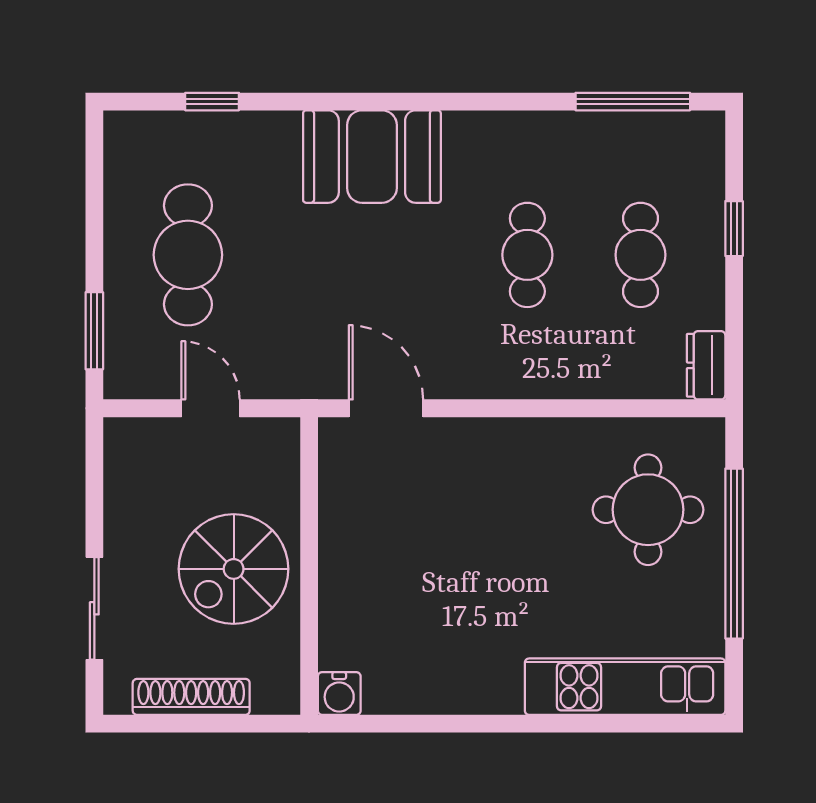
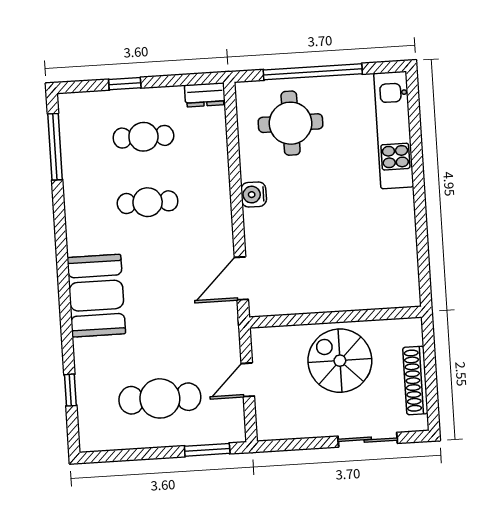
spiral stairs: (234, 569) -> (340, 361), turned 180
water cooler: (339, 694) -> (254, 194), moved, turned 180

